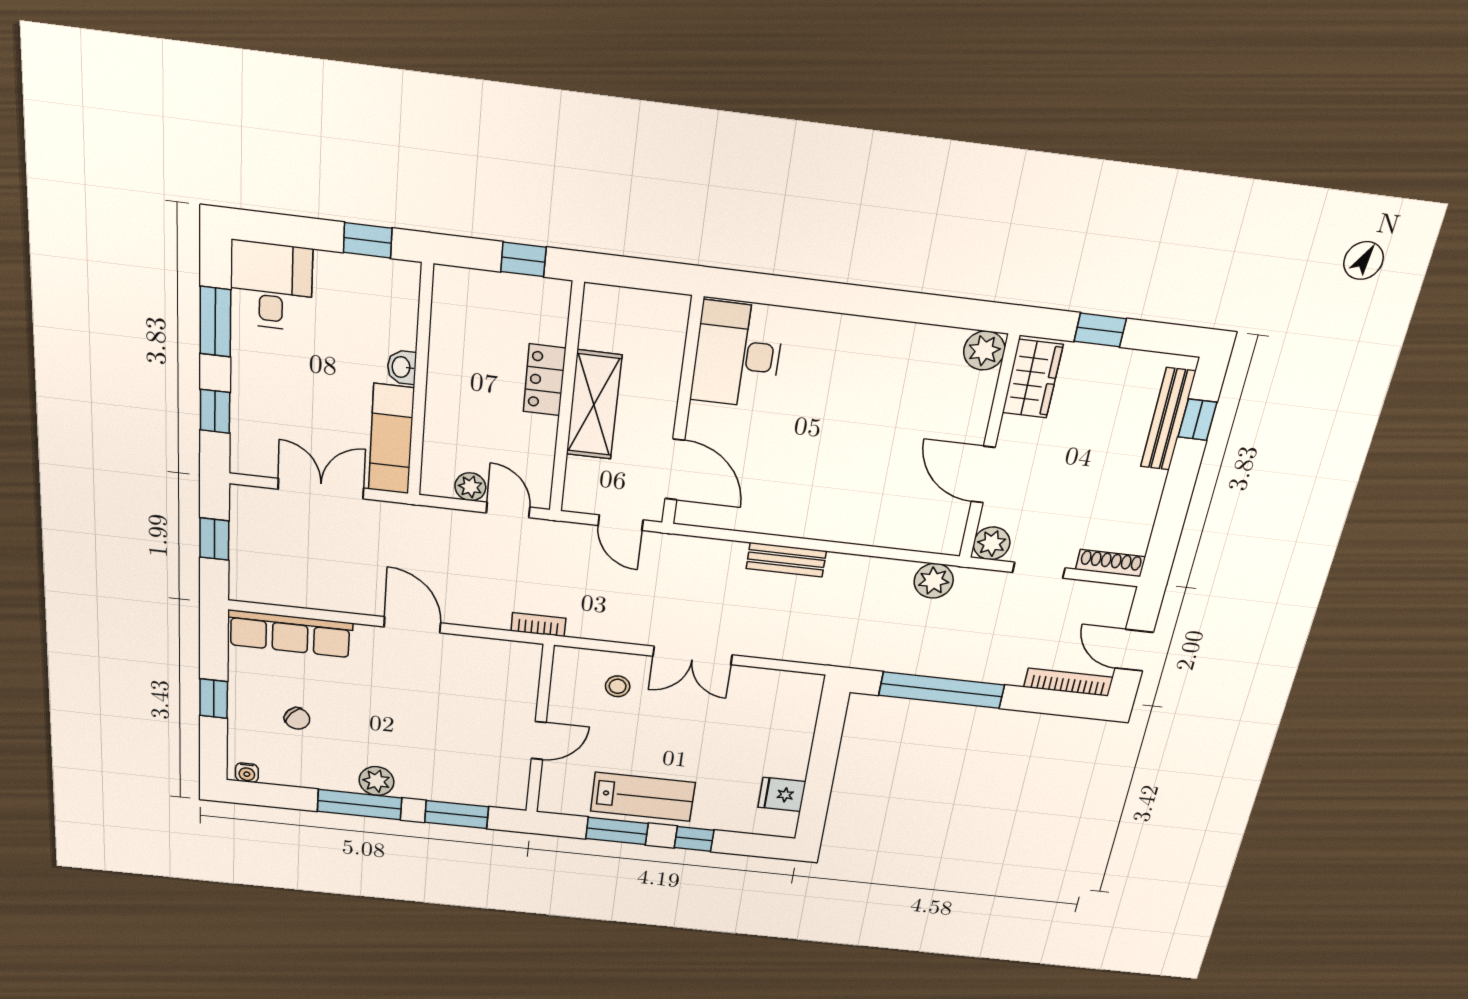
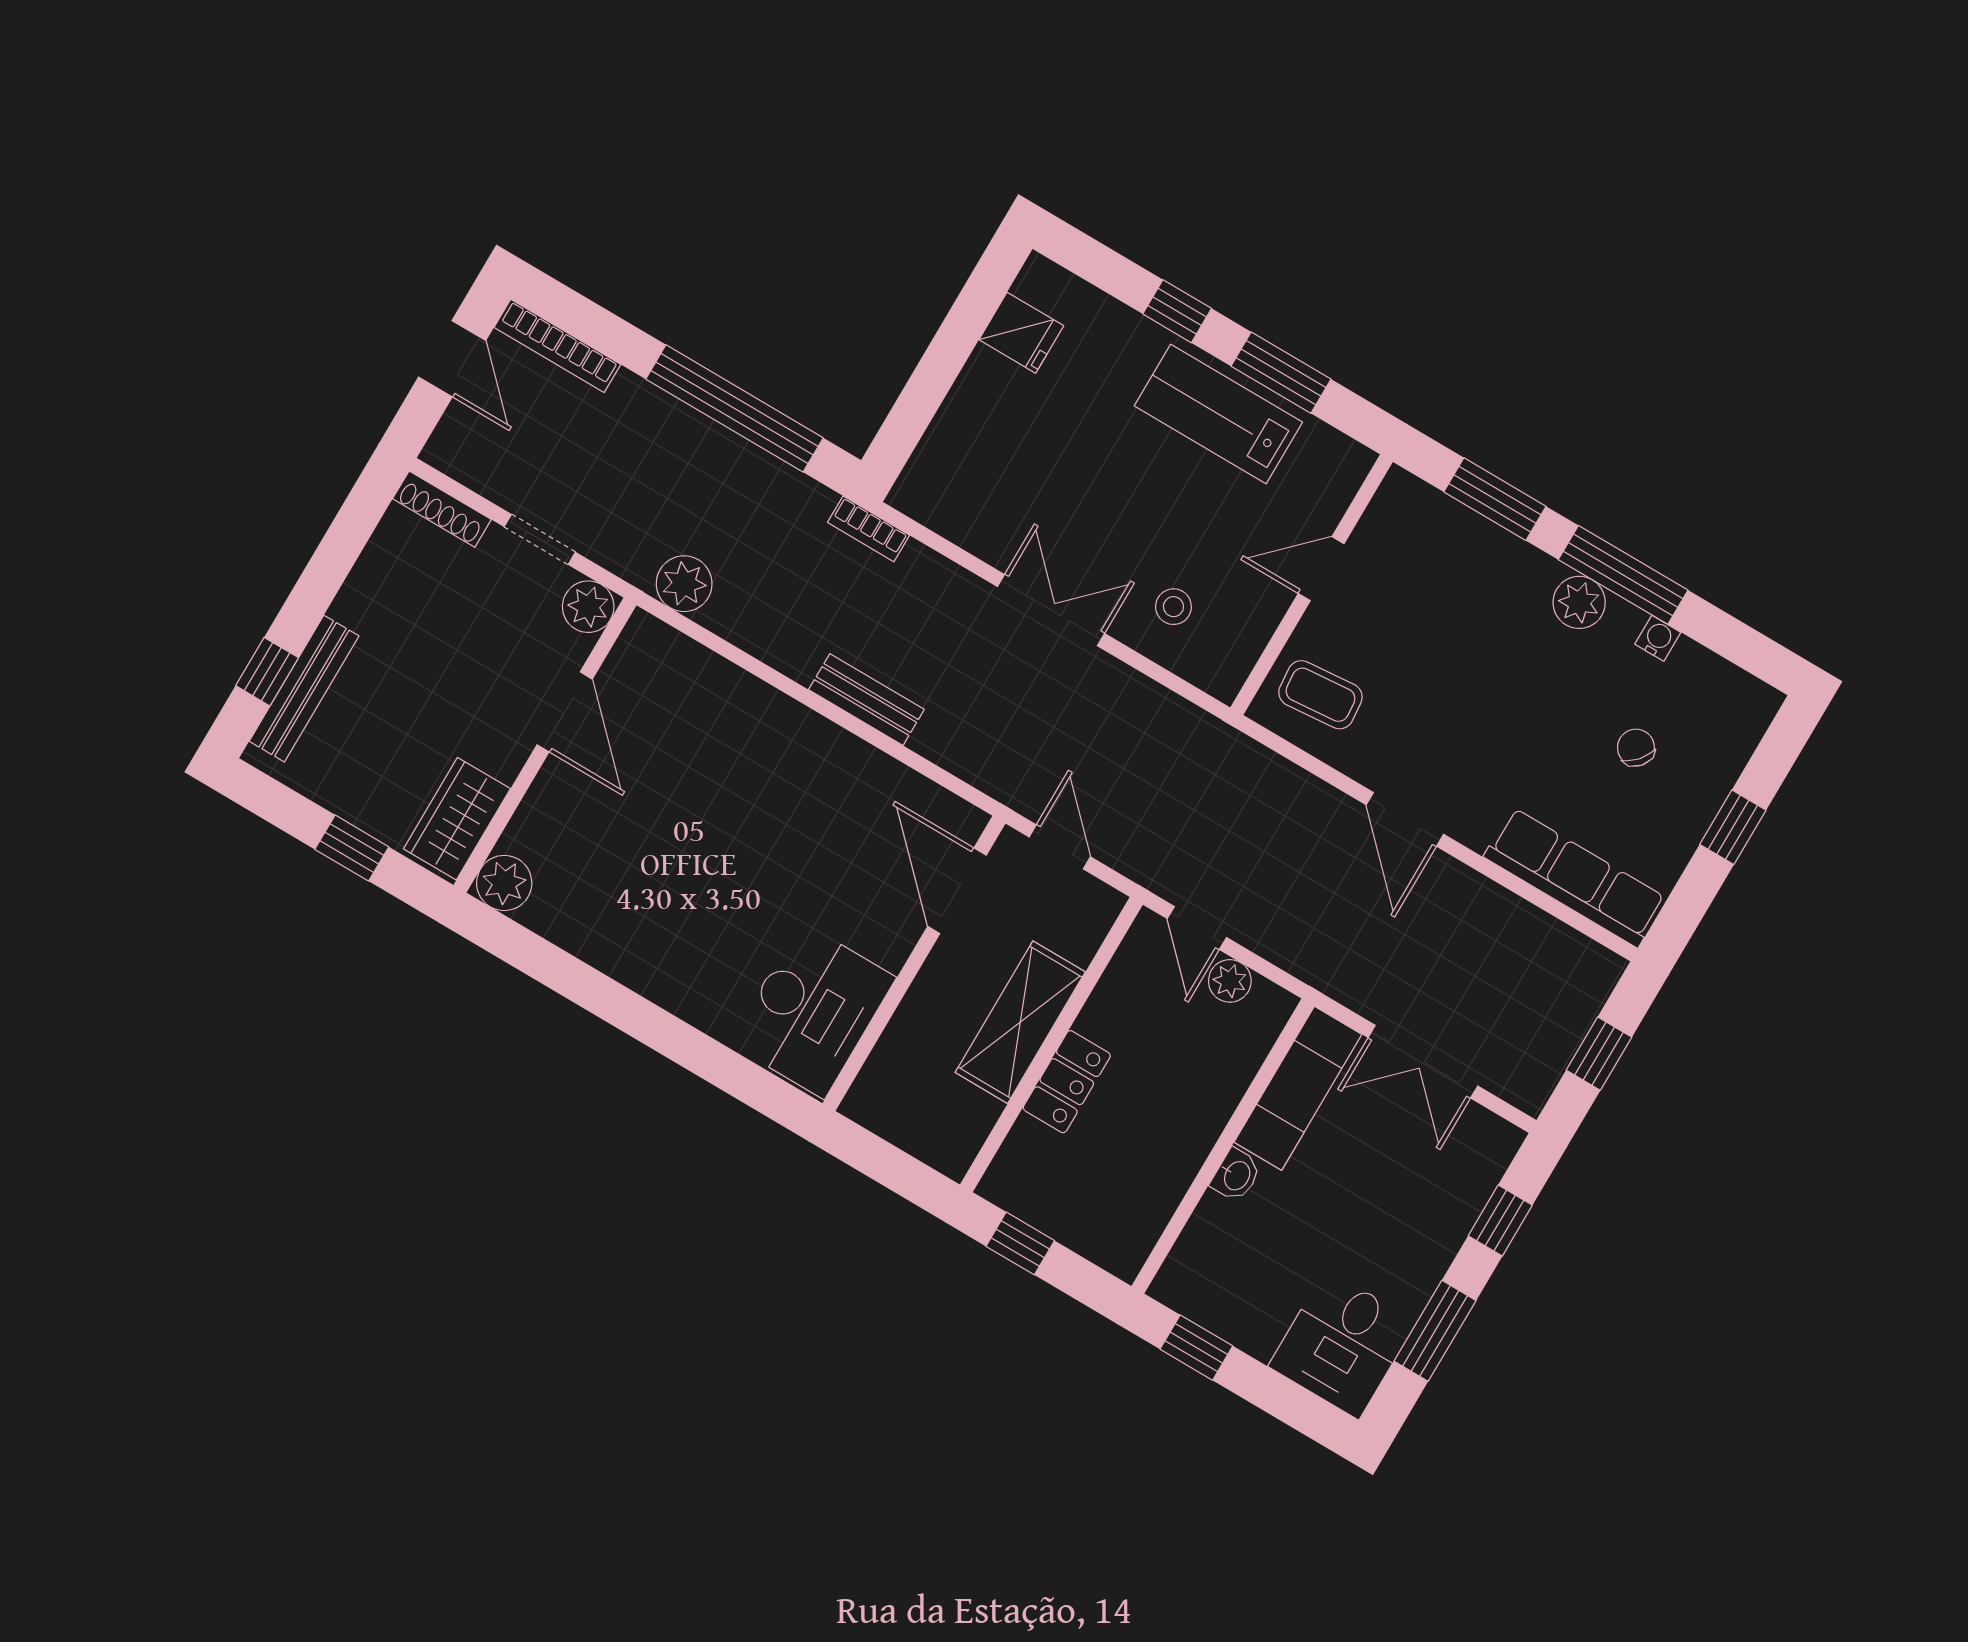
bookcase: (538, 625) -> (869, 529), moved
coffee table: (502, 673) -> (1320, 695), added
water cooler: (247, 773) -> (1658, 638), moved

